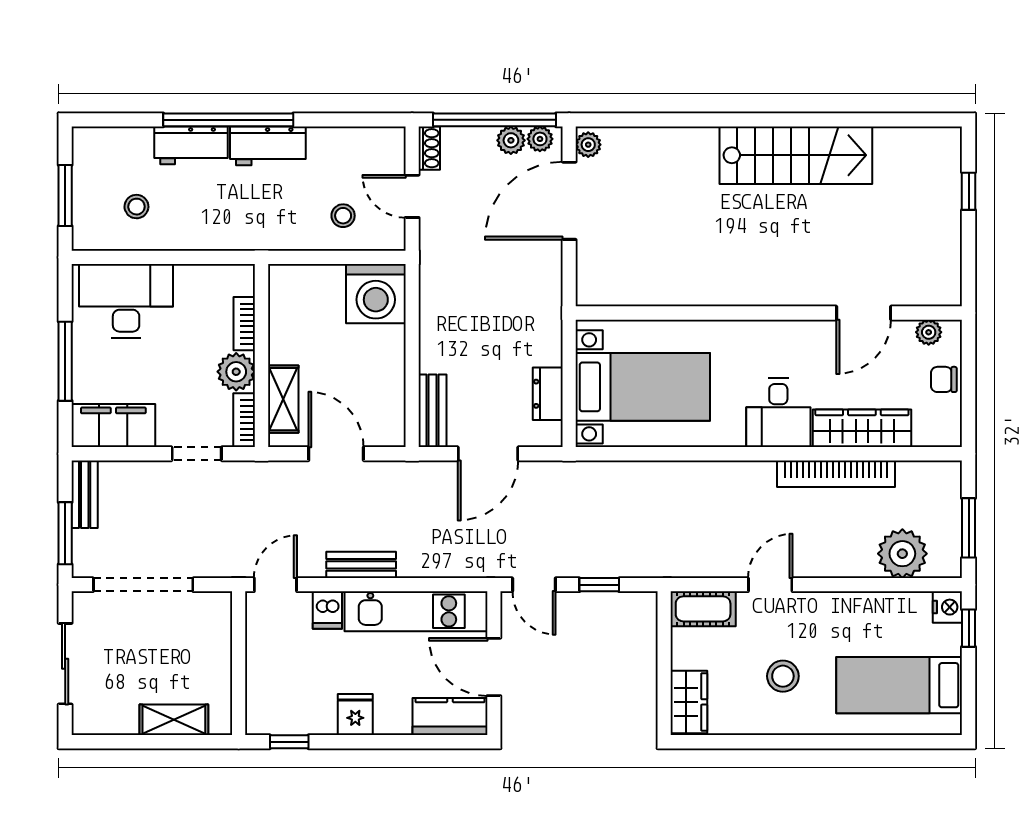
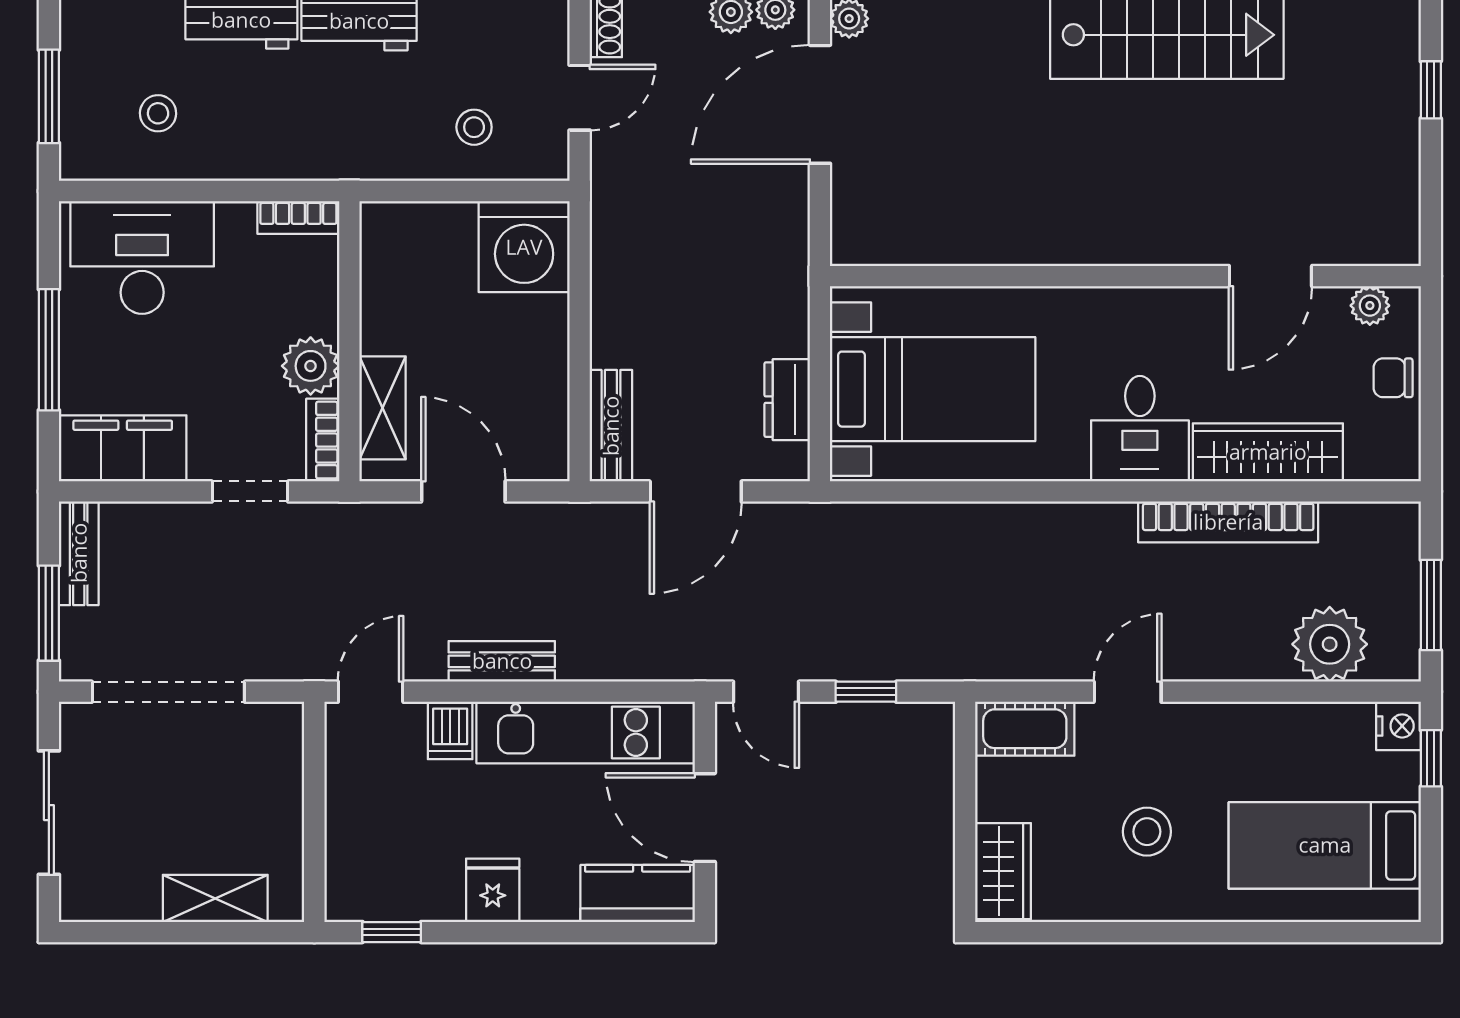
door: (412, 196) -> (580, 98), swing flipped
bookcase: (244, 324) -> (298, 217), moved, turned -90

